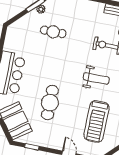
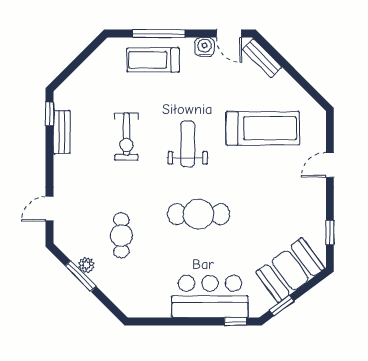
cafe table: (50, 103) -> (199, 214), moved

